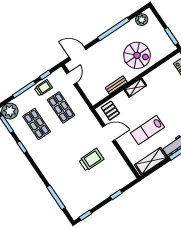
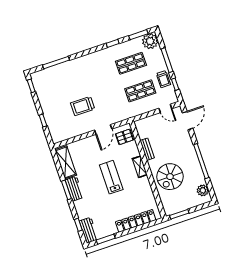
lab bench: (148, 130) -> (111, 177), moved
trolley: (91, 160) -> (83, 106), turned 90

